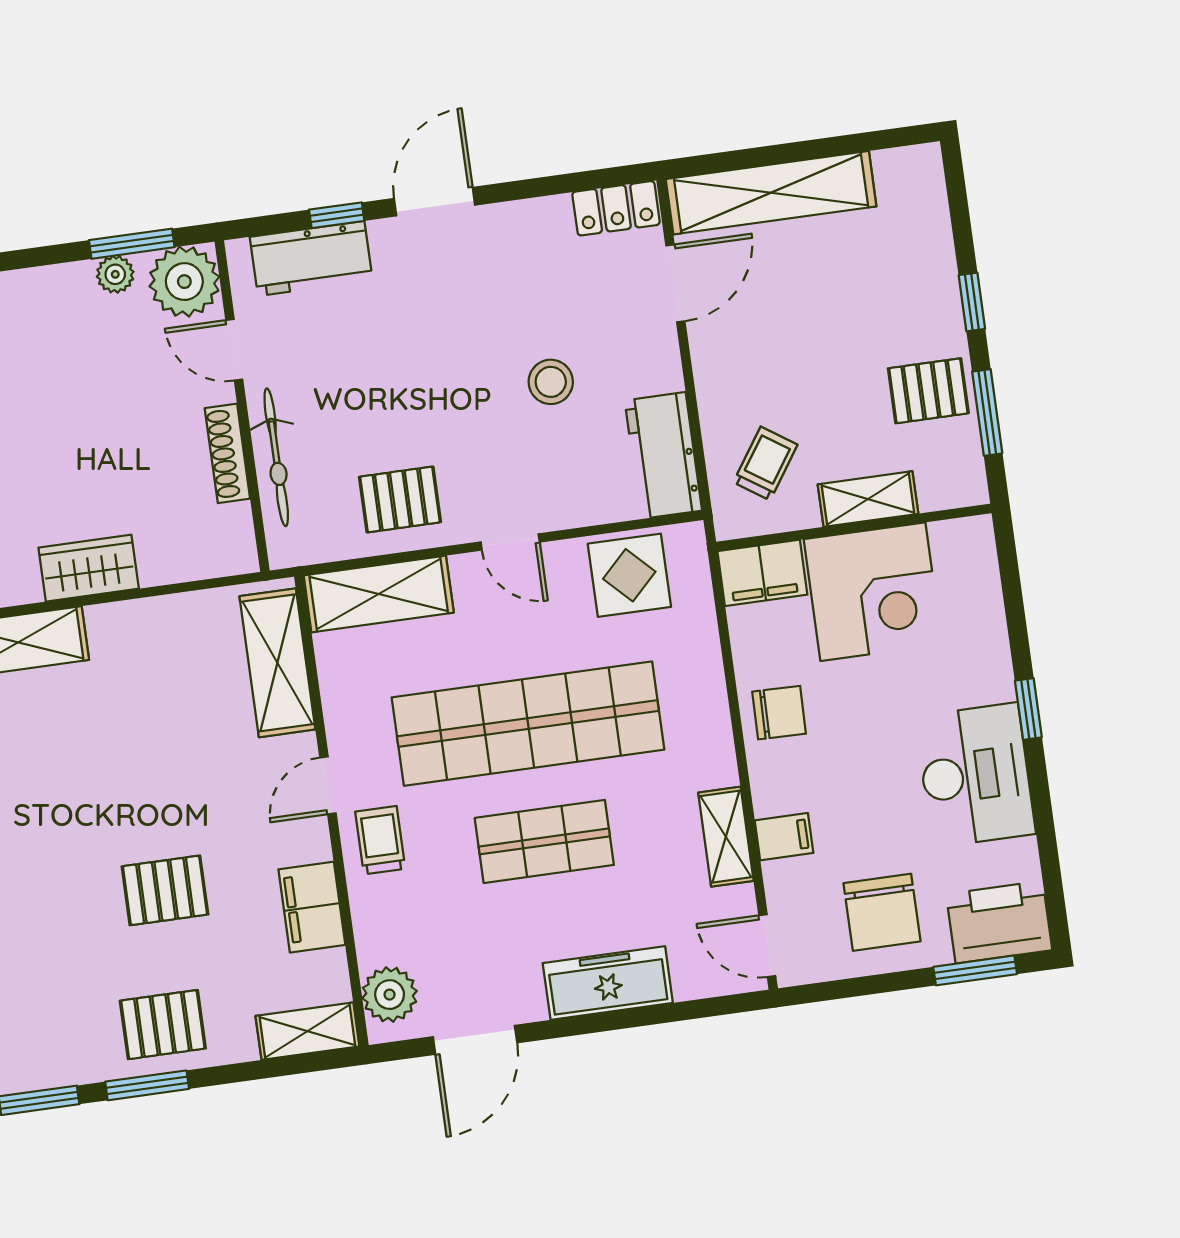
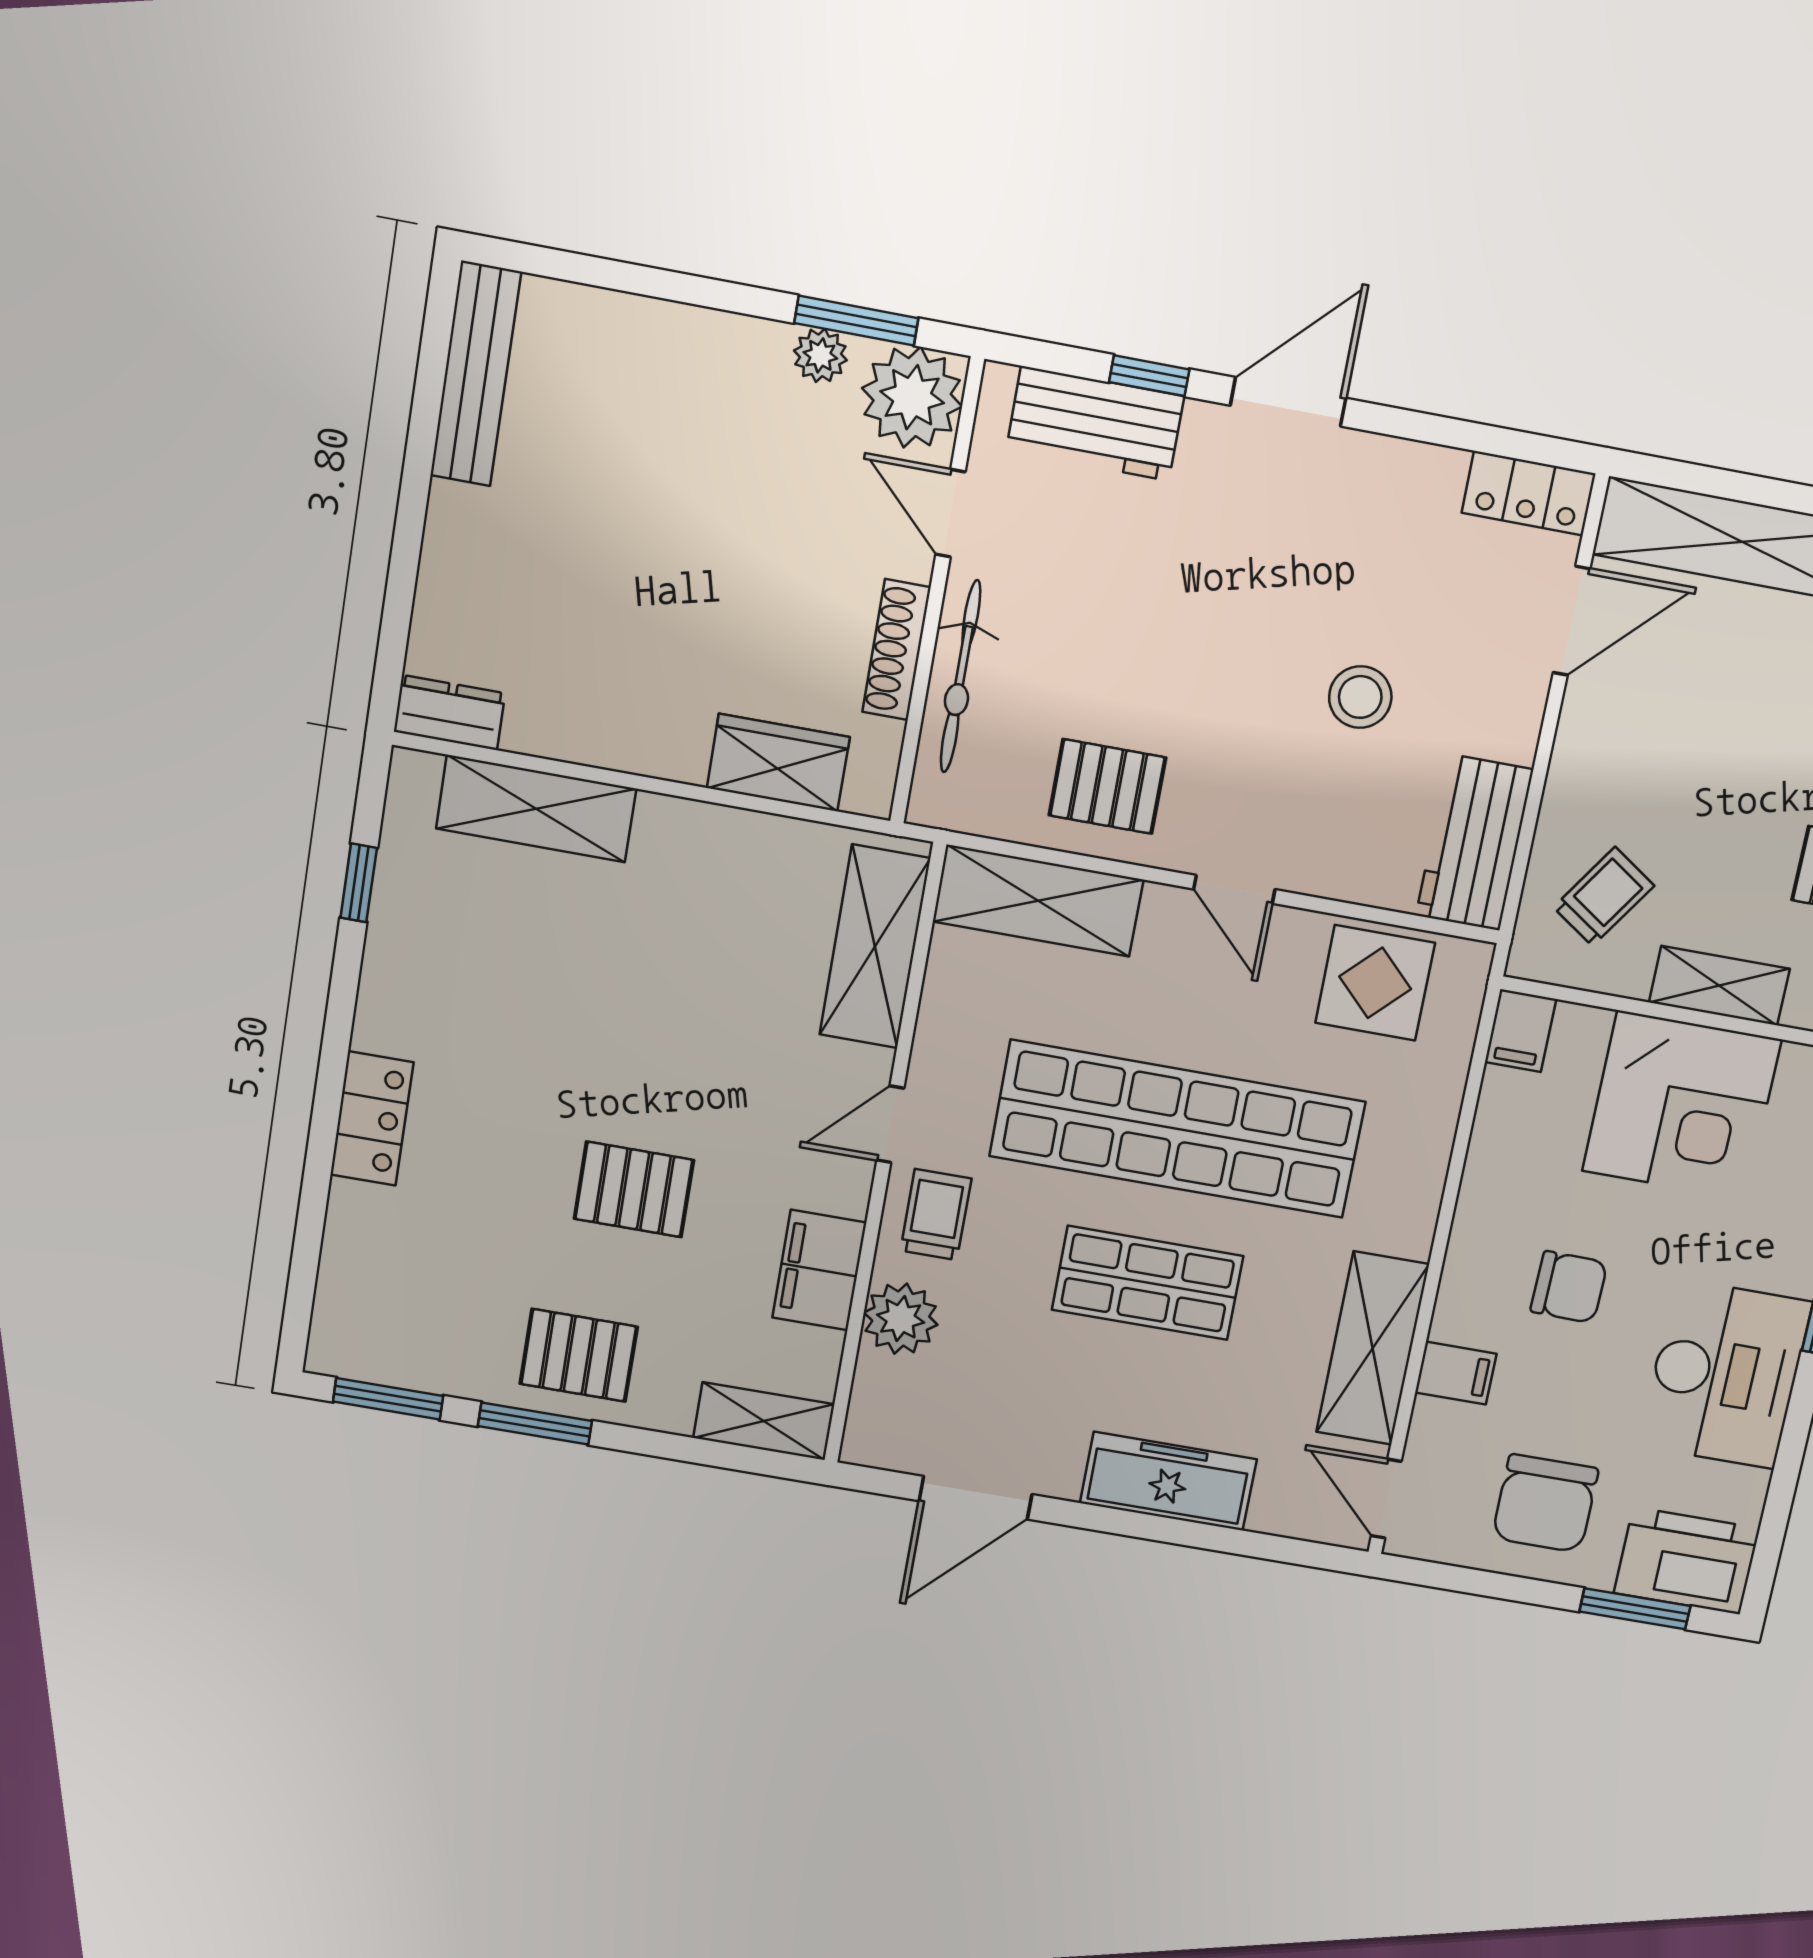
wardrobe: (89, 568) -> (778, 763), moved
filing cabinet: (762, 573) -> (1521, 1031), width x0.50
chair: (779, 713) -> (1569, 1287), moved
shelving: (726, 837) -> (1373, 1348), width x1.50, depth x1.33
plant: (390, 995) -> (901, 1319), moved

